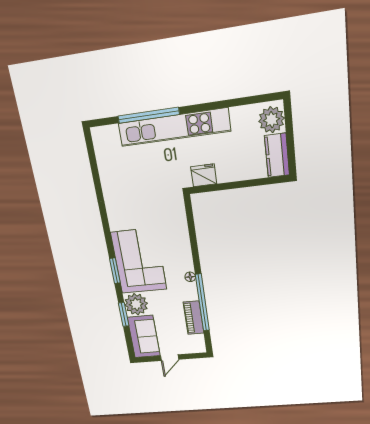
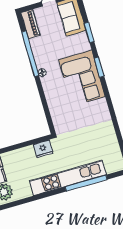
plant: (136, 304) -> (80, 43), removed
piano: (193, 318) -> (30, 24), moved

